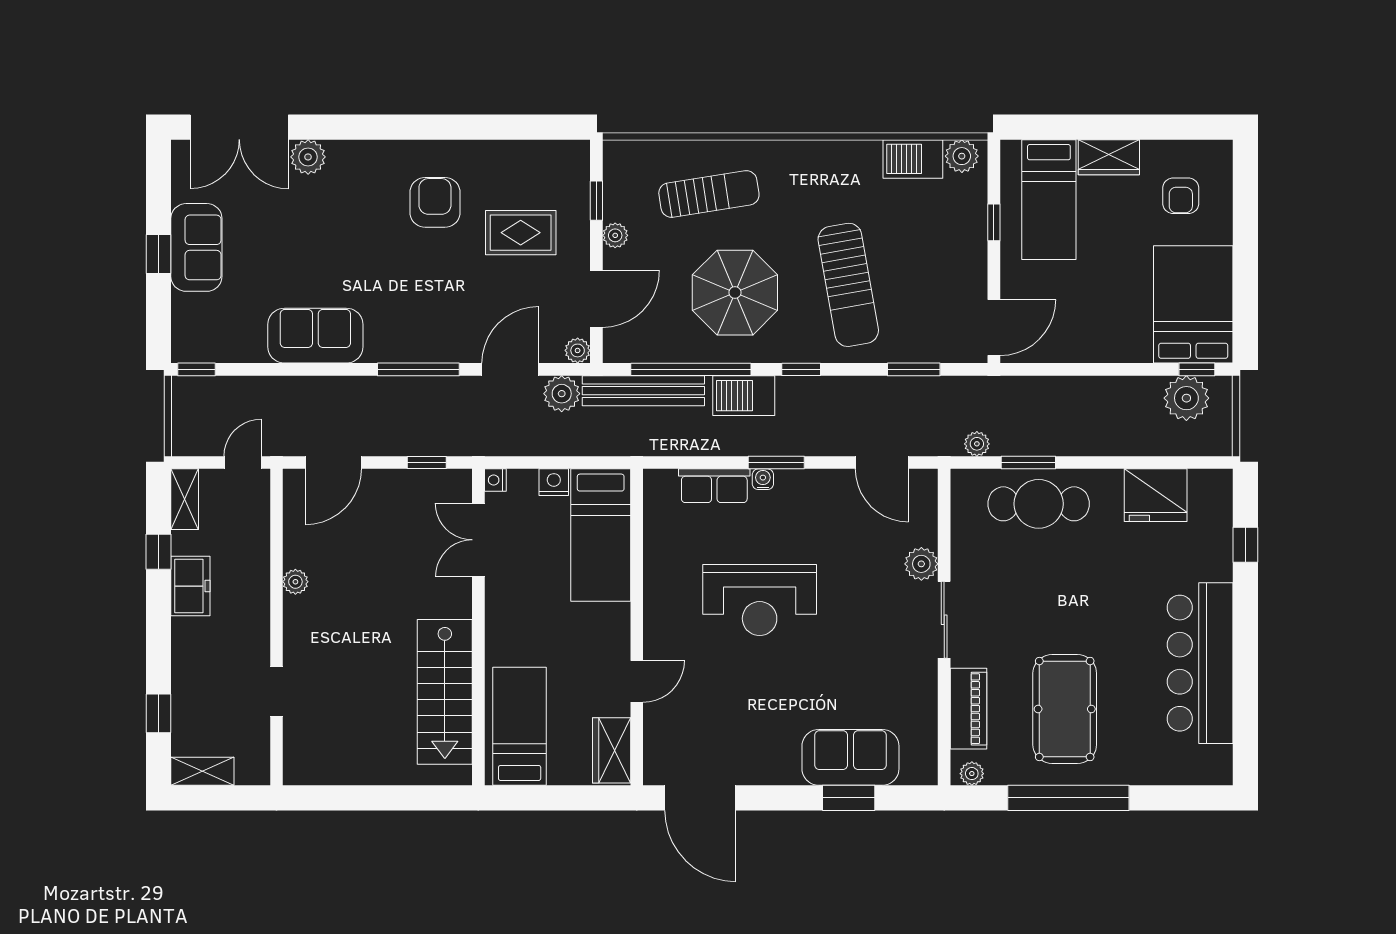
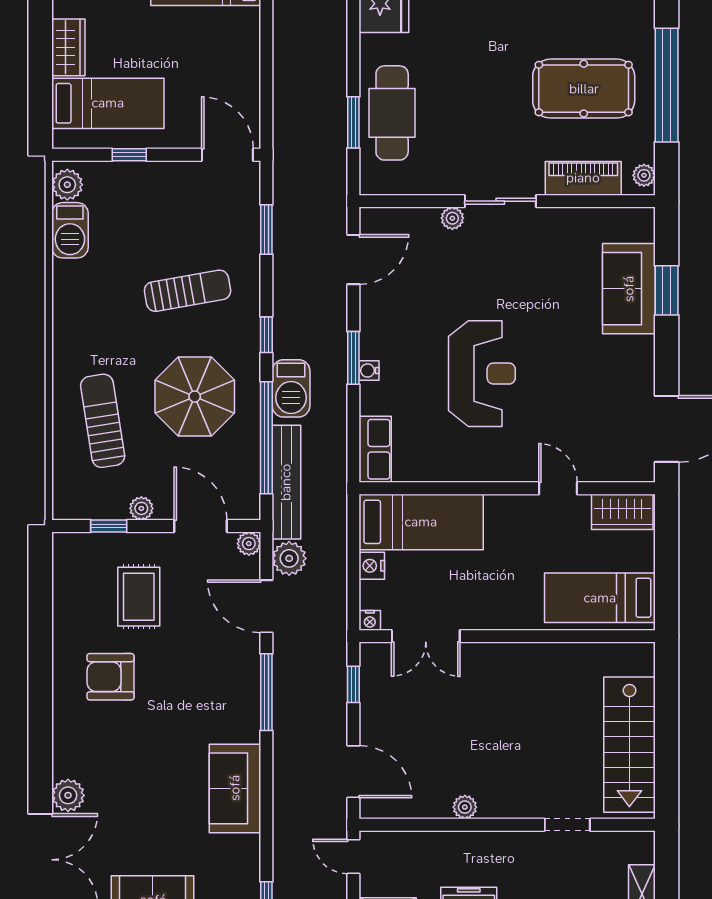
sun lounger: (848, 285) -> (188, 291), width x0.73, depth x0.75
plant: (977, 444) -> (336, 171), removed
row of seats: (714, 486) -> (375, 449), moved
plant: (921, 564) -> (452, 218), width x0.73, depth x0.73
stairs: (445, 692) -> (629, 745), moved, turned 90

